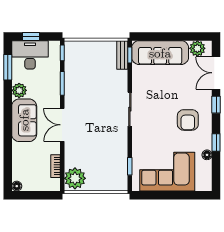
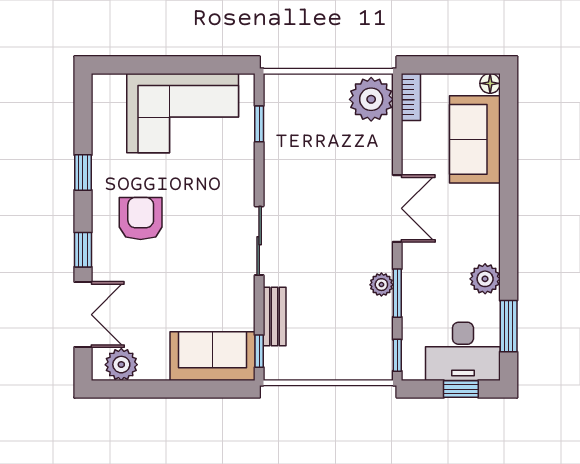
sofa: (160, 53) -> (213, 356), width x0.73
bench: (122, 55) -> (275, 317), moved
plant: (70, 88) -> (381, 285), added
sofa: (24, 120) -> (475, 139), moved
floor lamp: (207, 155) -> (102, 147), removed
bookcase: (55, 166) -> (411, 97), moved

